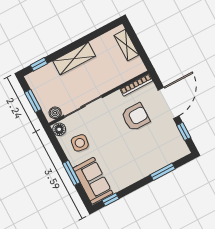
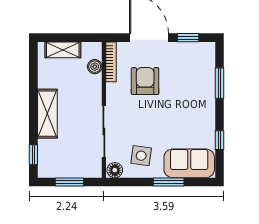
boiler: (55, 113) -> (95, 67), moved
window: (111, 200) -> (219, 140), moved

